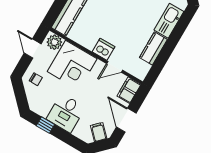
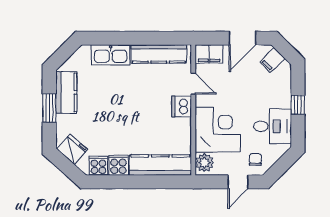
kitchen counter: (153, 48) -> (159, 54), width x1.50
door: (33, 49) -> (238, 182), moved
desk: (66, 113) -> (272, 126), moved
window: (45, 125) -> (298, 105), moved

